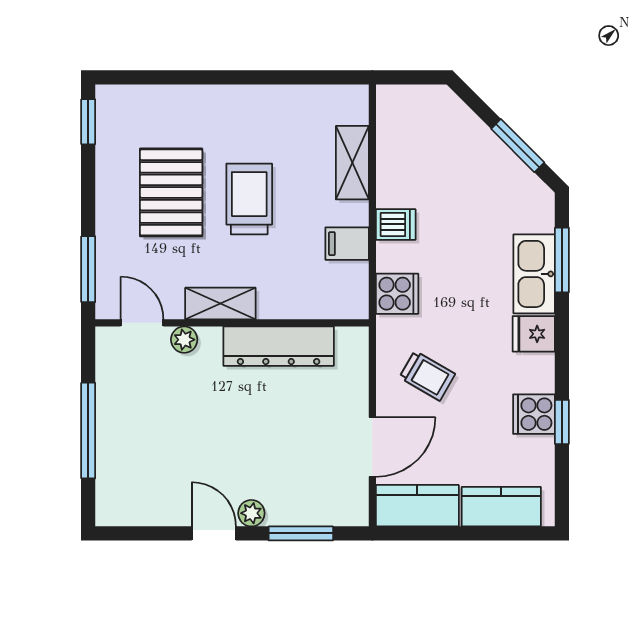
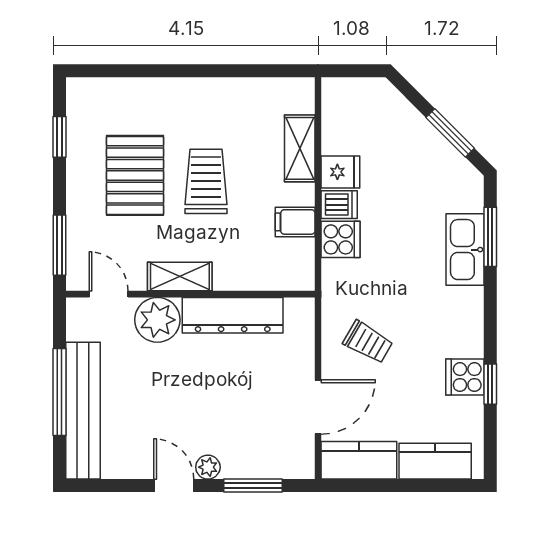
window: (88, 122) -> (60, 137), moved
cooker: (397, 294) -> (341, 239), moved
fridge: (534, 334) -> (340, 172), moved, turned 180
plant: (184, 340) -> (157, 320), width x1.88, depth x1.88
bench: (114, 451) -> (83, 411), added

